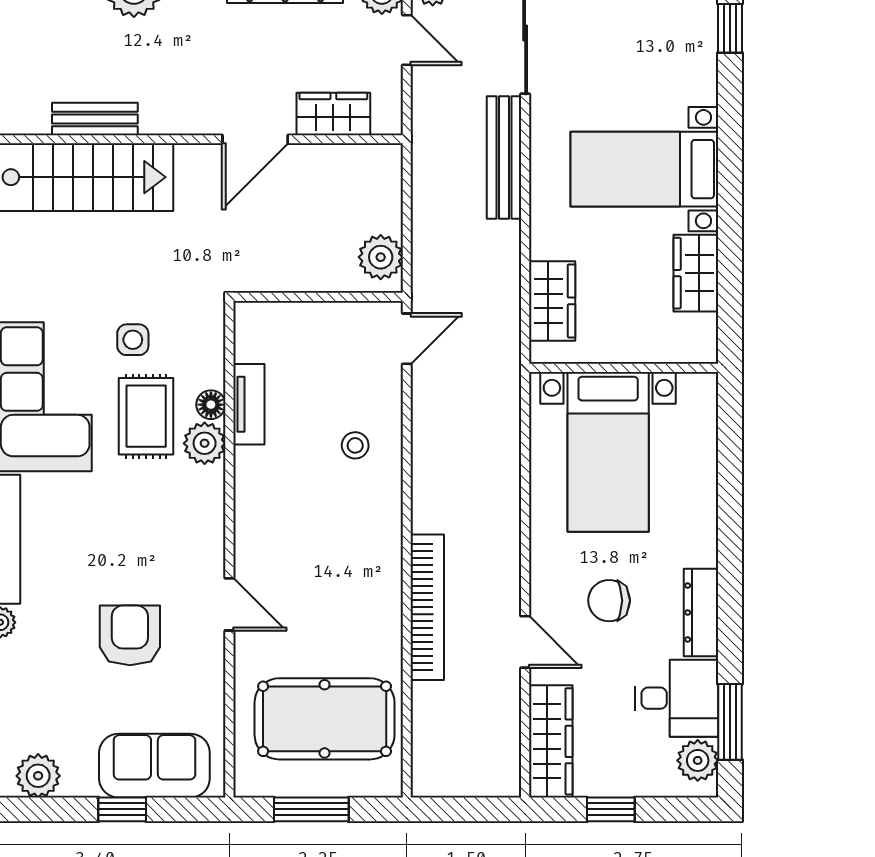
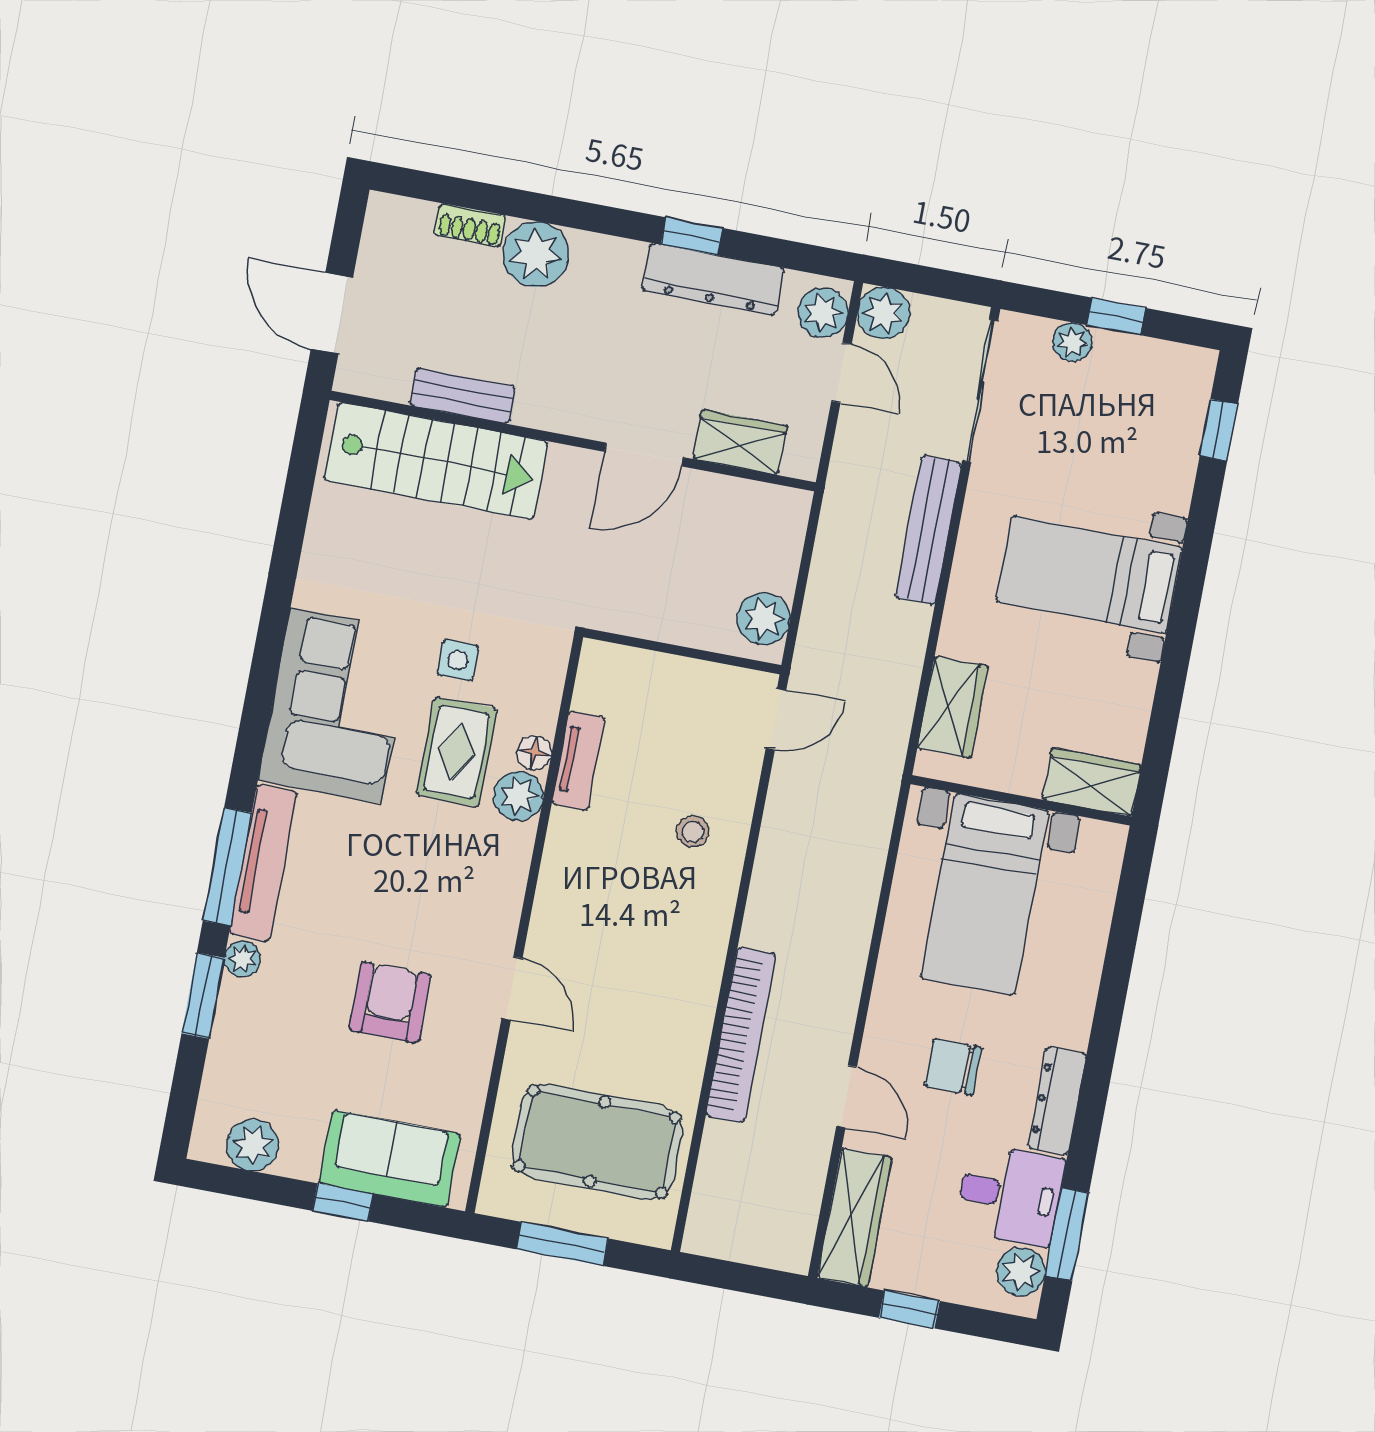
wardrobe: (696, 273) -> (1092, 782), moved, turned 90

